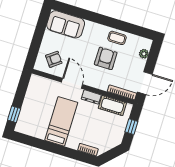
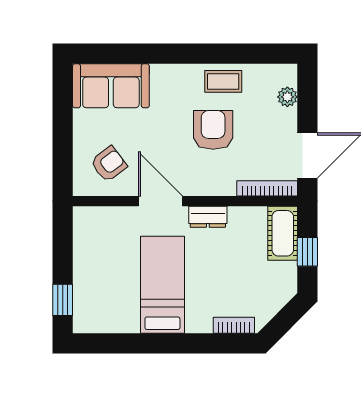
cot: (112, 105) -> (283, 233), moved, turned 90

